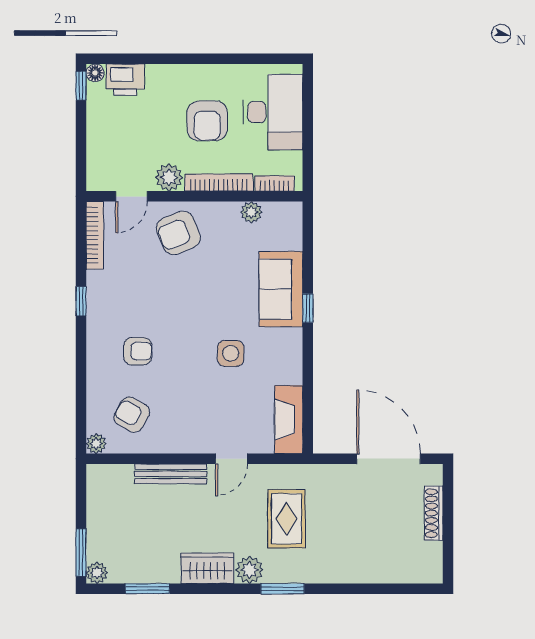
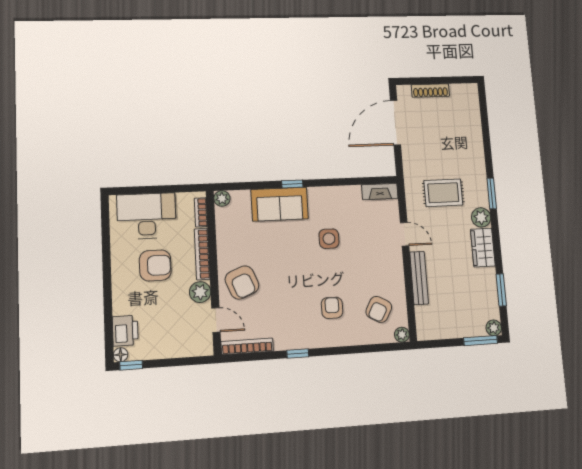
plant: (251, 212) -> (222, 198), moved
fireplace: (289, 420) -> (380, 192), width x0.73, depth x0.76

